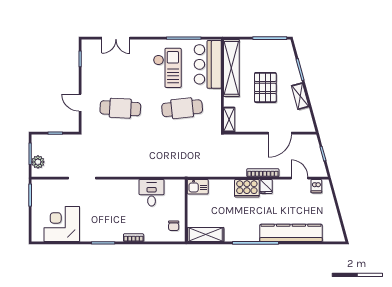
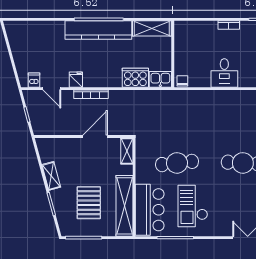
pallet: (265, 87) -> (89, 203), moved
door: (280, 133) -> (95, 136), moved
fridge: (266, 186) -> (76, 80), moved
cooker: (247, 188) -> (135, 78), moved
desk: (152, 193) -> (224, 73), moved
chair: (174, 226) -> (182, 81), moved
kitchen counter: (291, 233) -> (98, 30), moved

